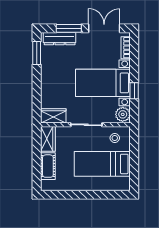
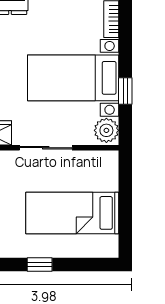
stool: (115, 138) -> (93, 170), removed
window: (83, 195) -> (40, 264), added

